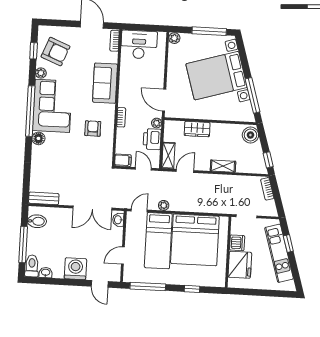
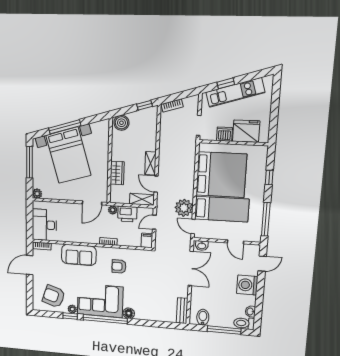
window: (34, 51) -> (70, 316), moved
armchair: (56, 52) -> (54, 296), turned -94
window: (253, 95) -> (65, 127), moved
shelving: (223, 166) -> (150, 163), moved
plant: (164, 205) -> (184, 208), width x1.88, depth x1.88

